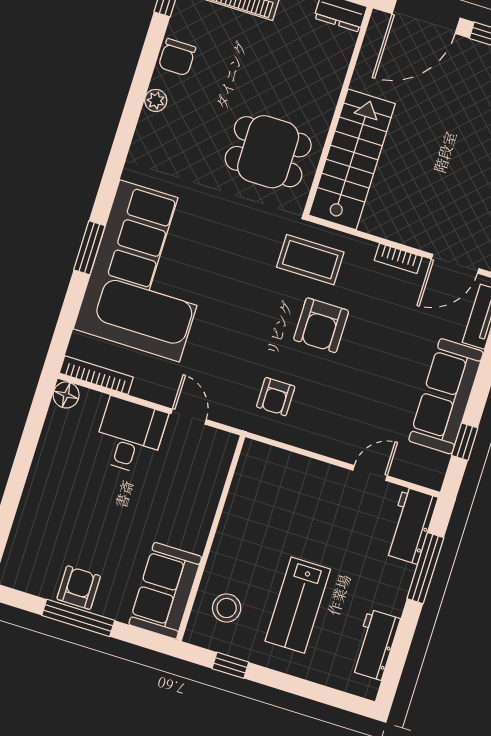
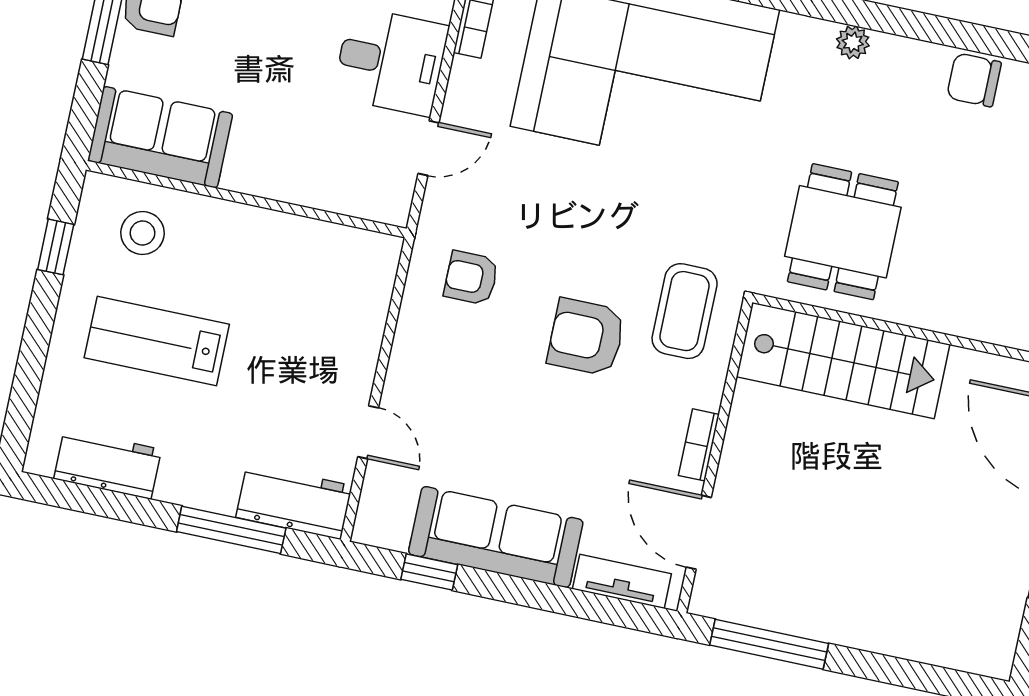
plant: (156, 100) -> (853, 42), moved

